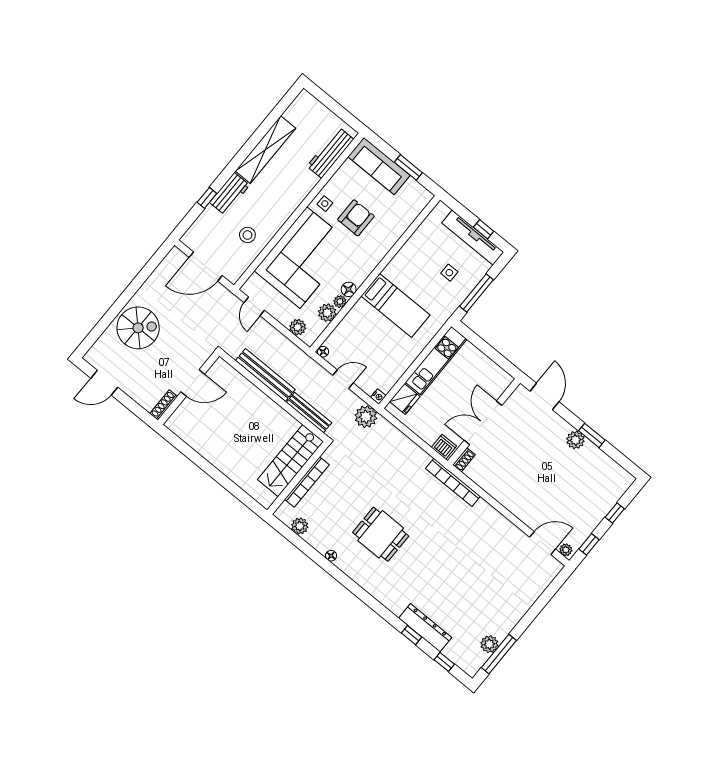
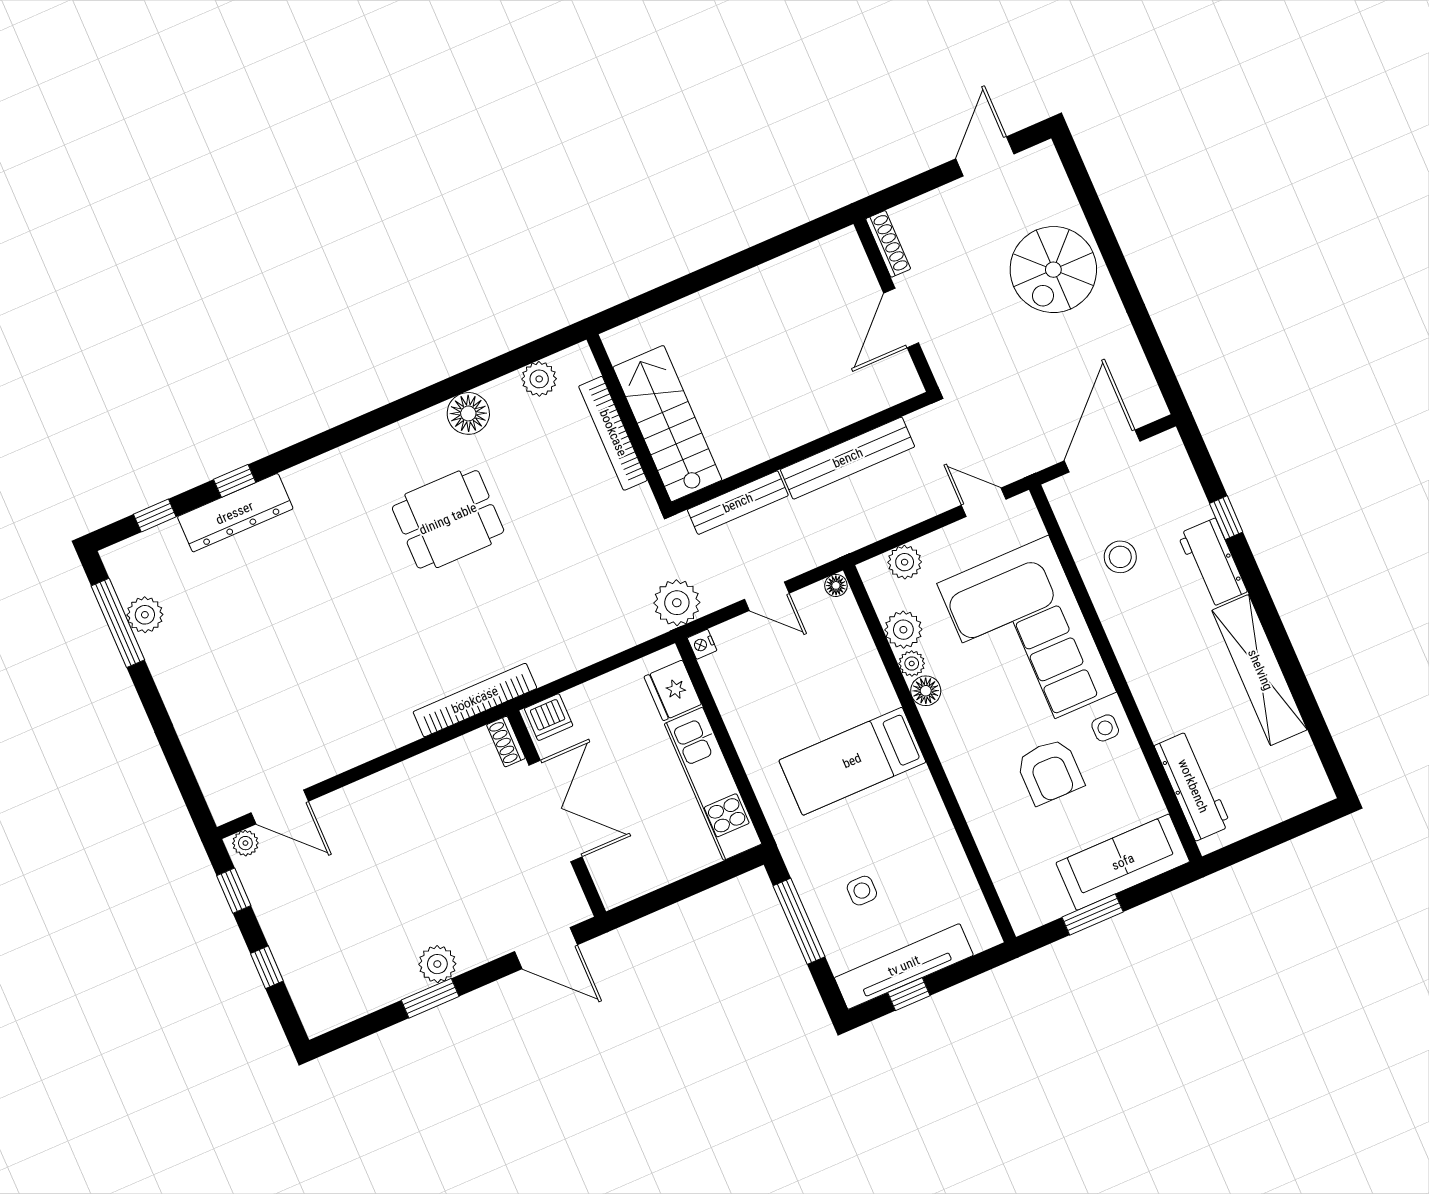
door: (343, 379) -> (767, 596), hinge flipped
door: (543, 543) -> (280, 807), hinge flipped
floor lamp: (331, 556) -> (468, 413), width x1.89, depth x1.89

